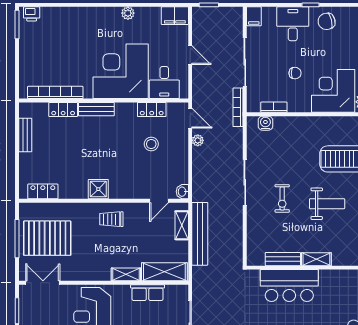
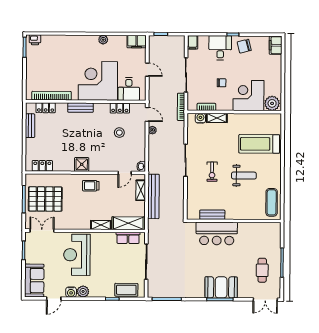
locker: (63, 110) -> (46, 108), moved
shelving: (316, 259) -> (217, 118), moved
row of seats: (148, 293) -> (128, 238), moved

